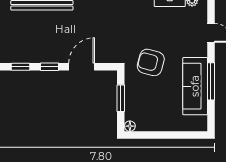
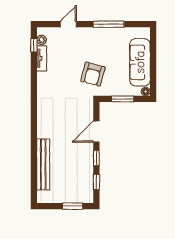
door: (82, 67) -> (96, 131), hinge flipped
sofa: (195, 86) -> (140, 62), moved, turned 90

